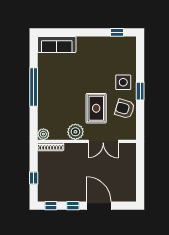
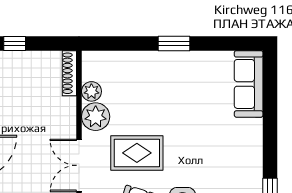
window: (34, 87) -> (174, 43), width x0.47
plant: (43, 134) -> (91, 91), moved

